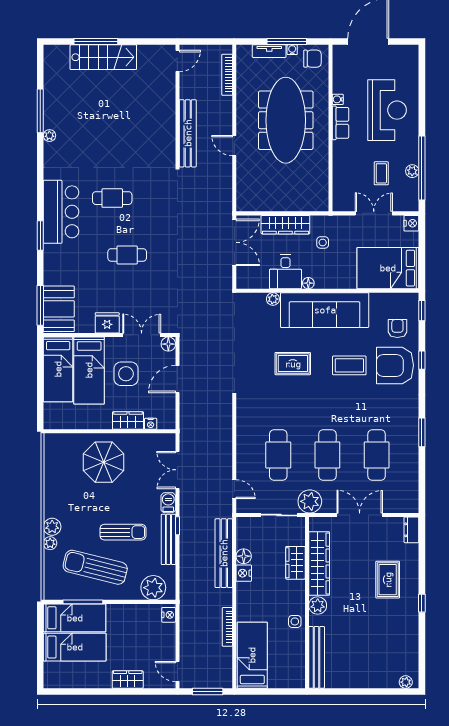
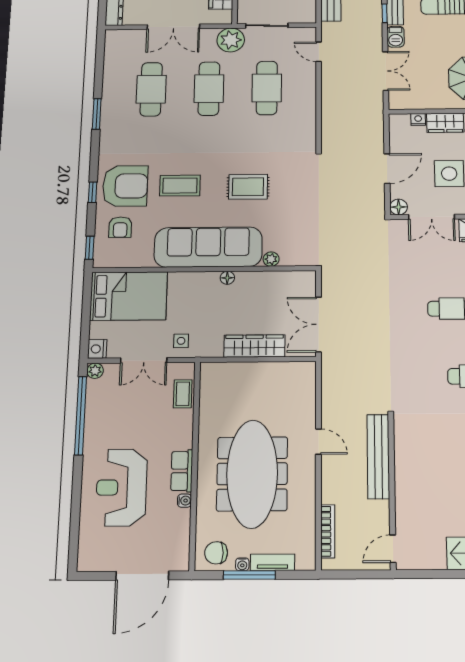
plant: (412, 171) -> (95, 371), moved
coffee table: (381, 173) -> (183, 394), moved
side table: (323, 242) -> (181, 341), moved
desk: (286, 272) -> (255, 291), removed

